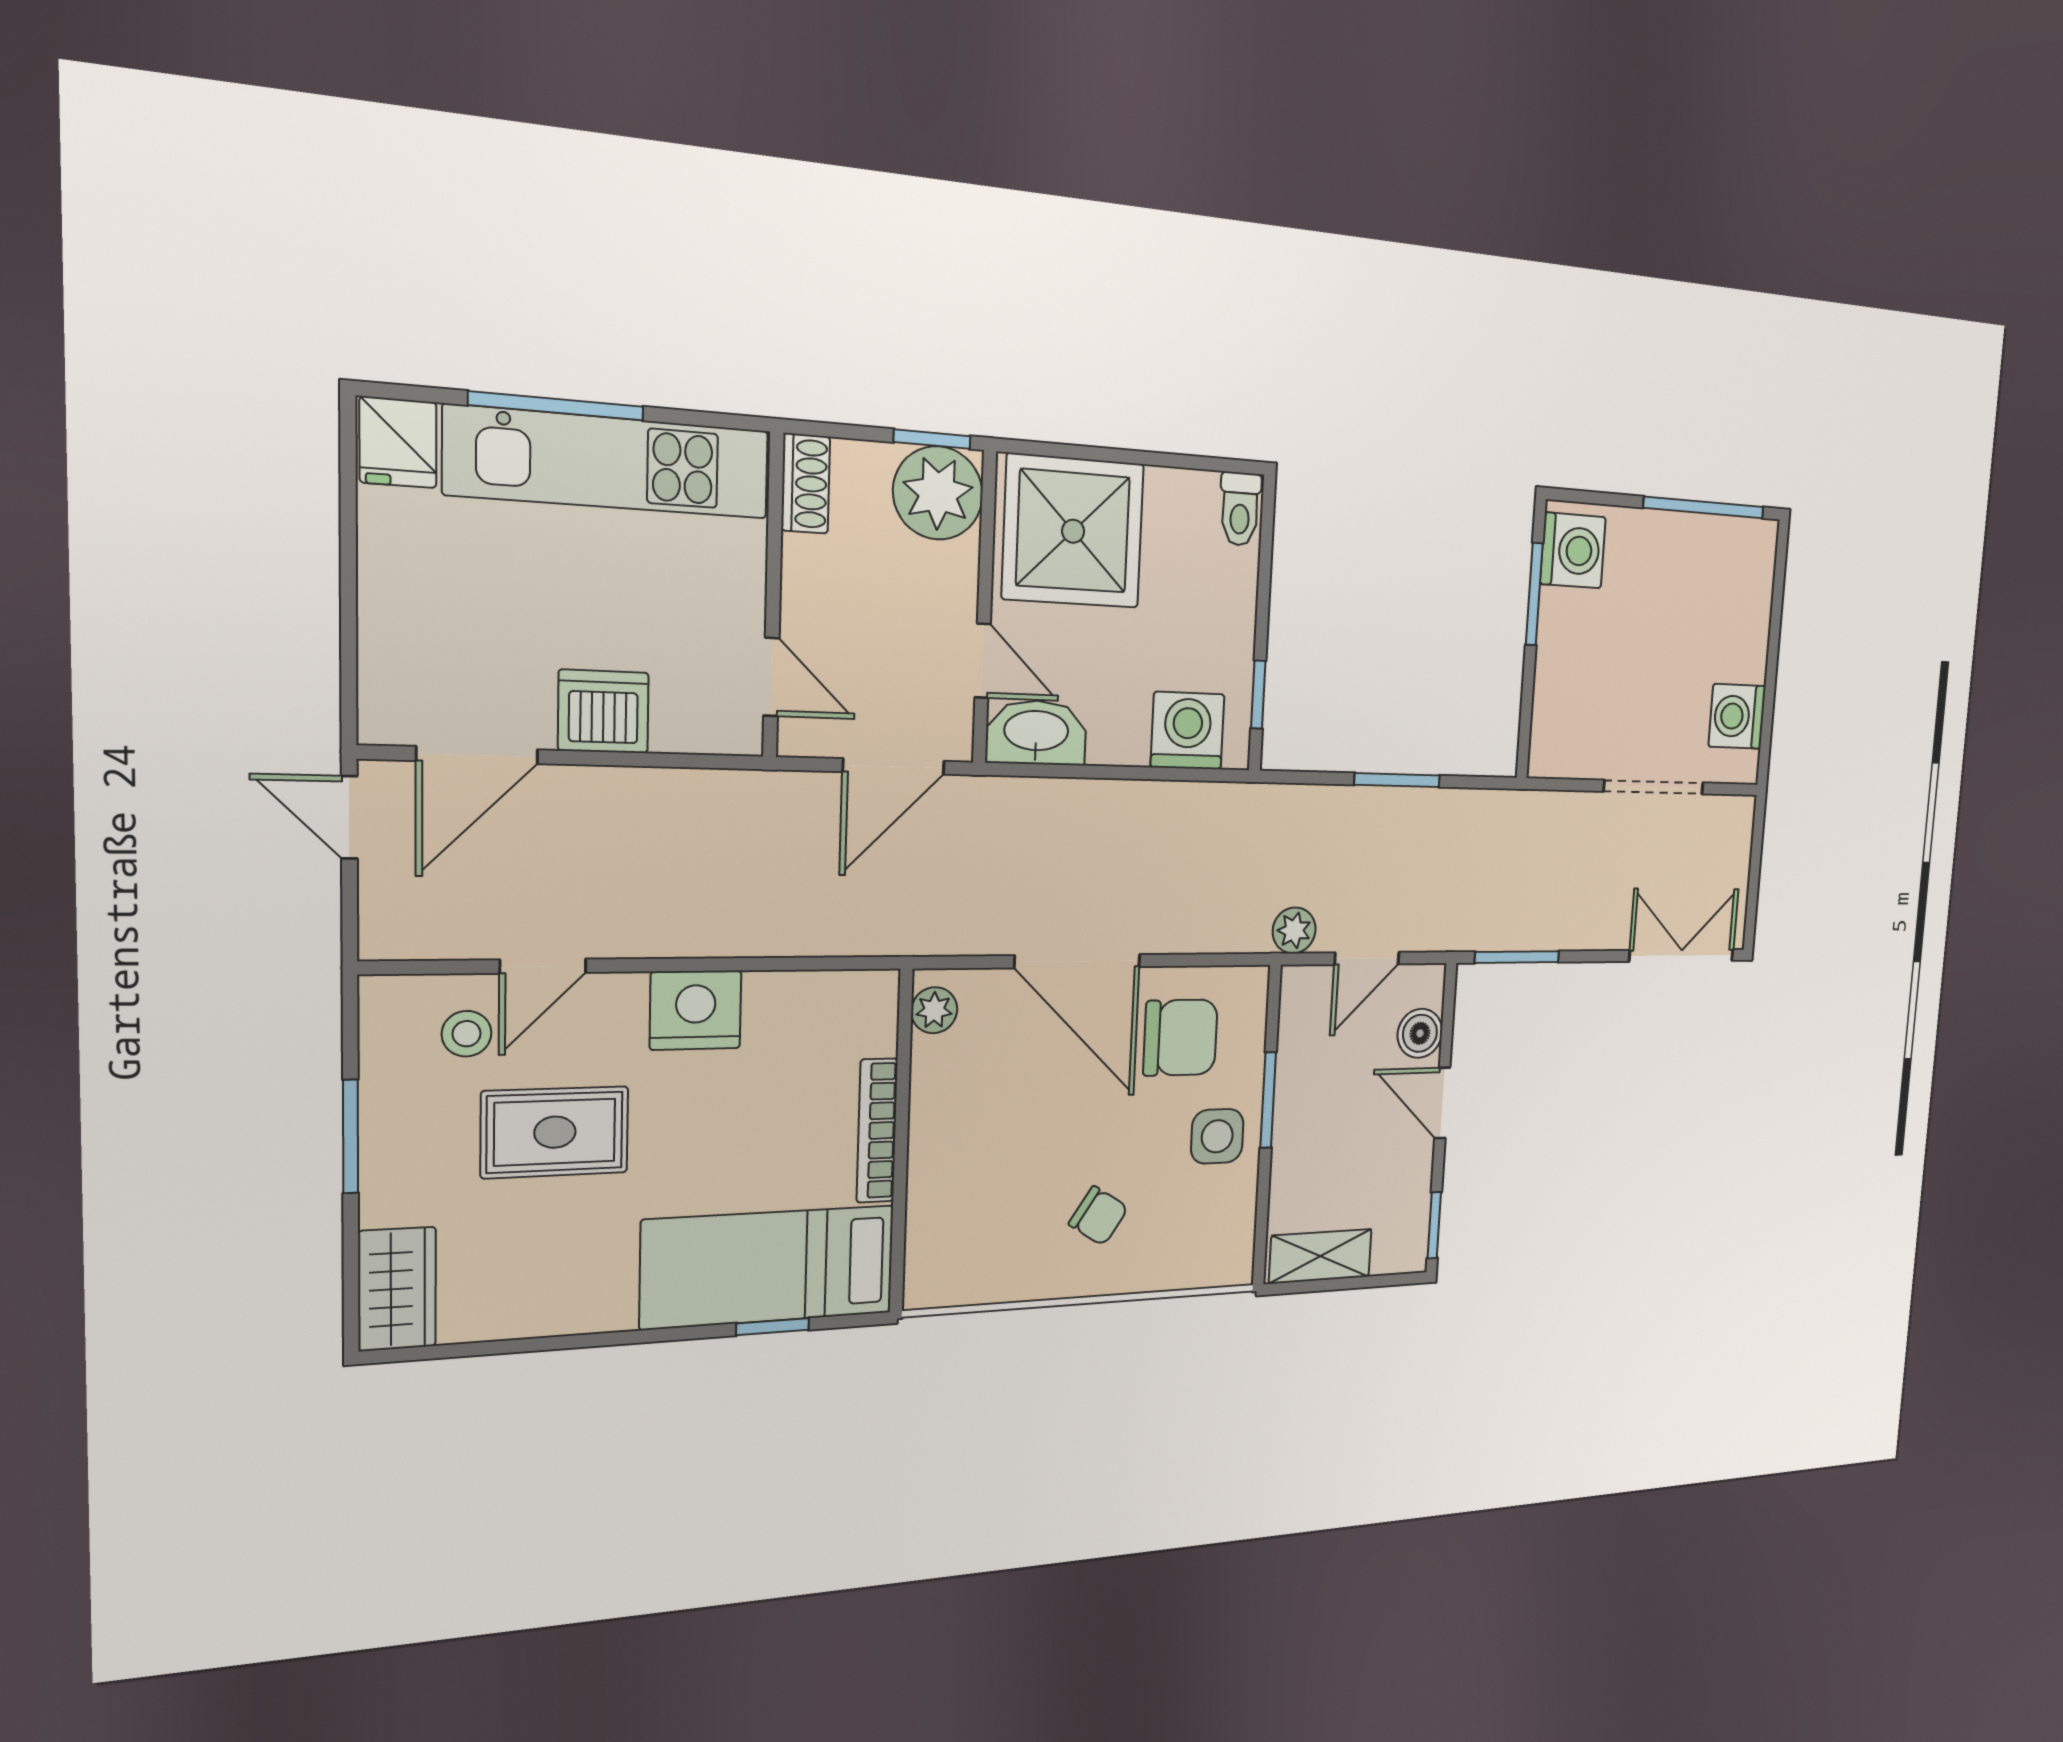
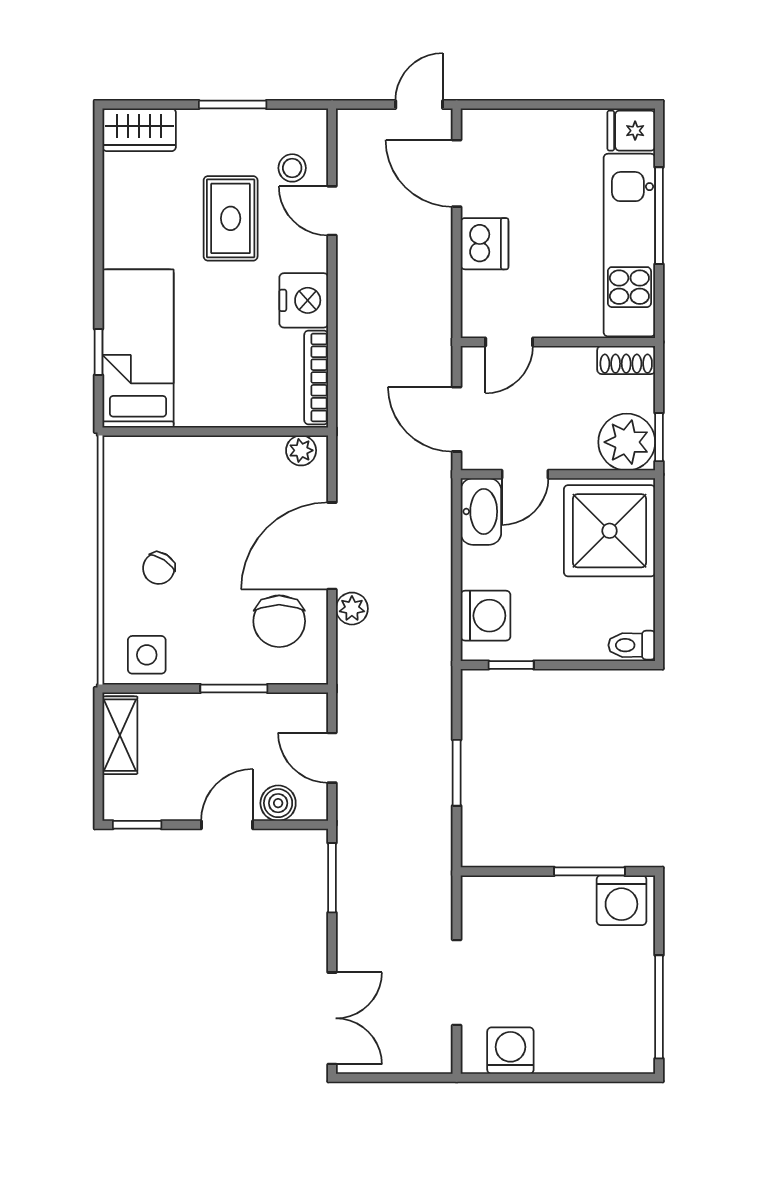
plant: (1294, 930) -> (352, 609), moved
bookcase: (877, 1131) -> (316, 377), moved, turned -90
side table: (1217, 1136) -> (147, 655), moved

